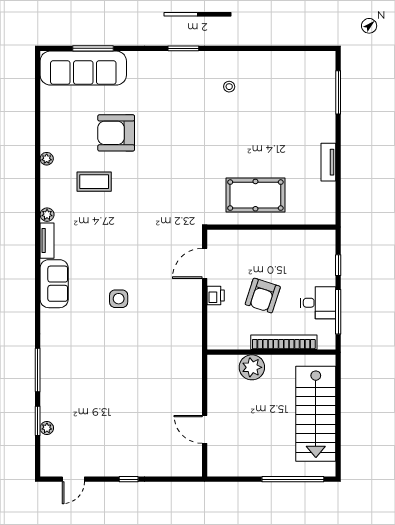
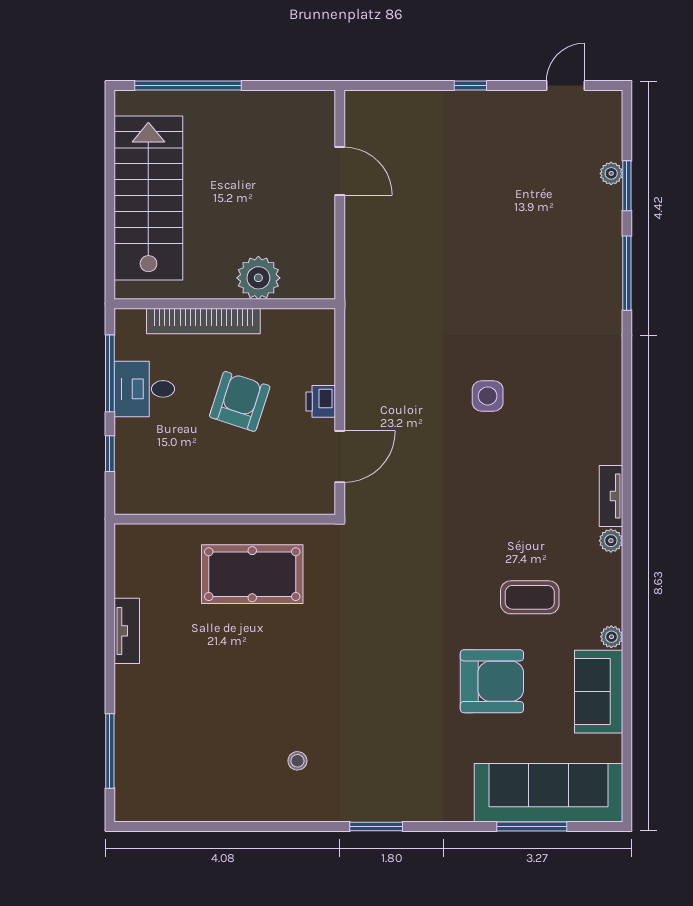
sofa: (54, 284) -> (599, 692), moved

